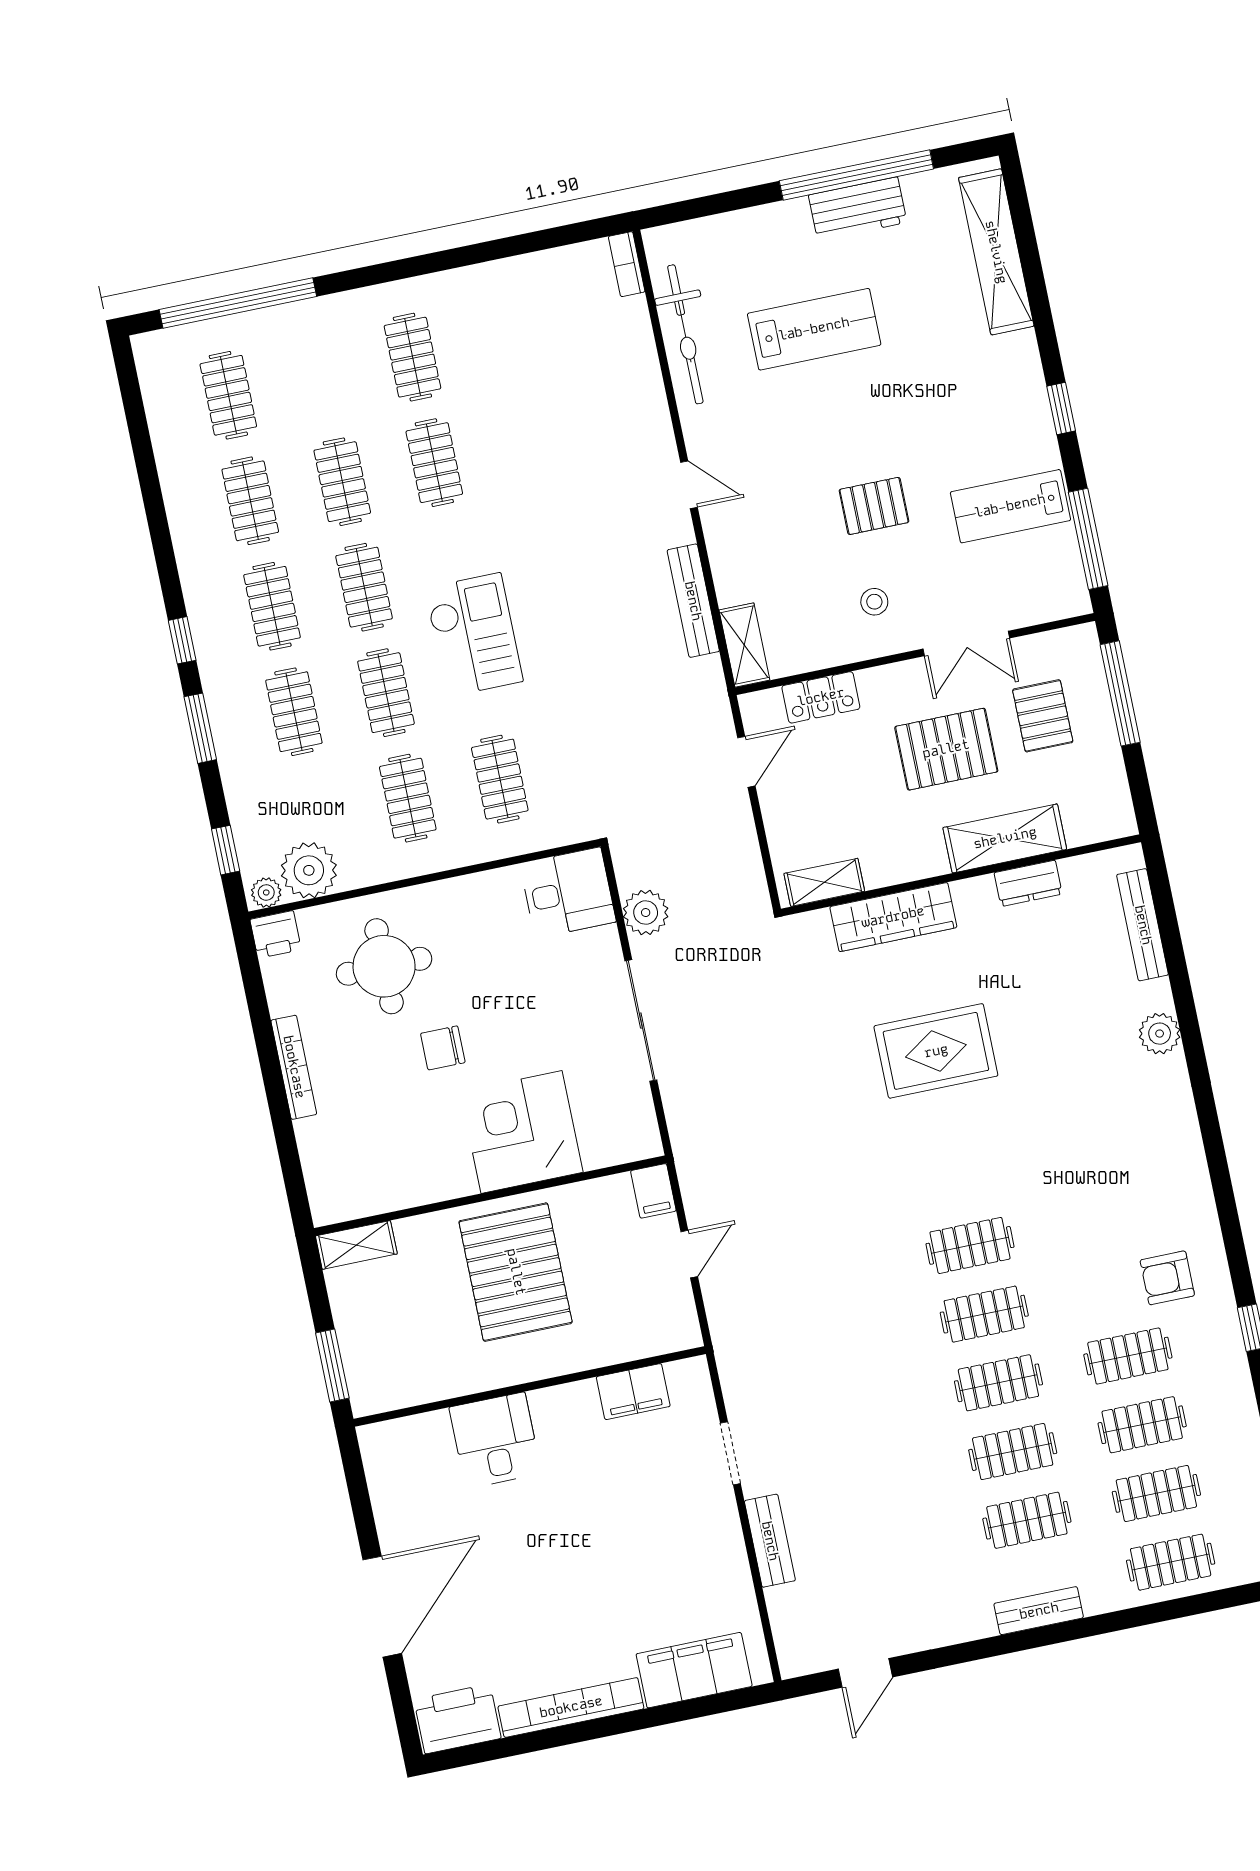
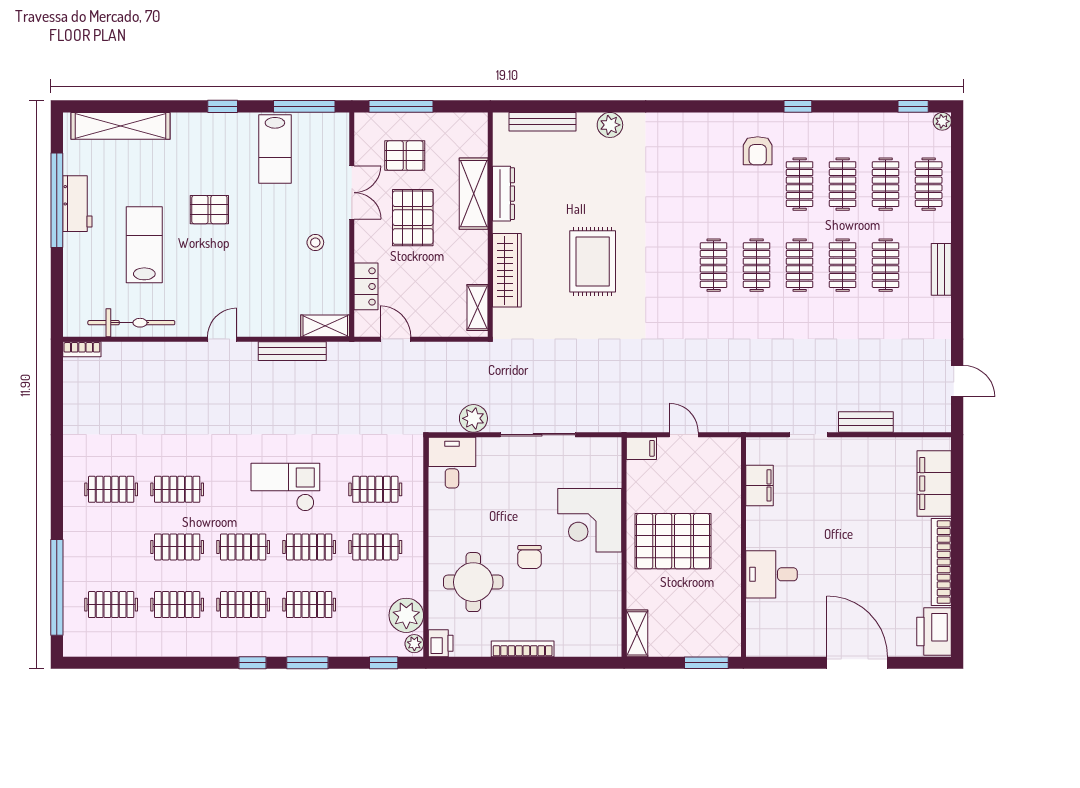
pallet: (874, 506) -> (209, 210), moved, turned 90
dresser: (1028, 883) -> (503, 194), width x1.44

